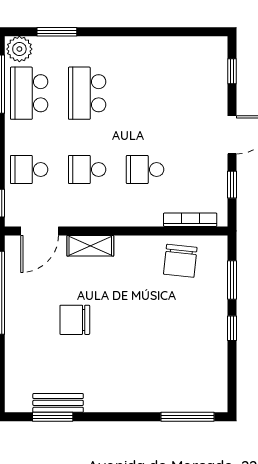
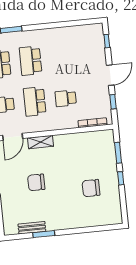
school desk: (87, 170) -> (35, 101), width x1.85
chair: (180, 261) -> (91, 188), moved, turned 84
window: (53, 417) -> (44, 234), moved
window: (187, 417) -> (102, 228), removed

